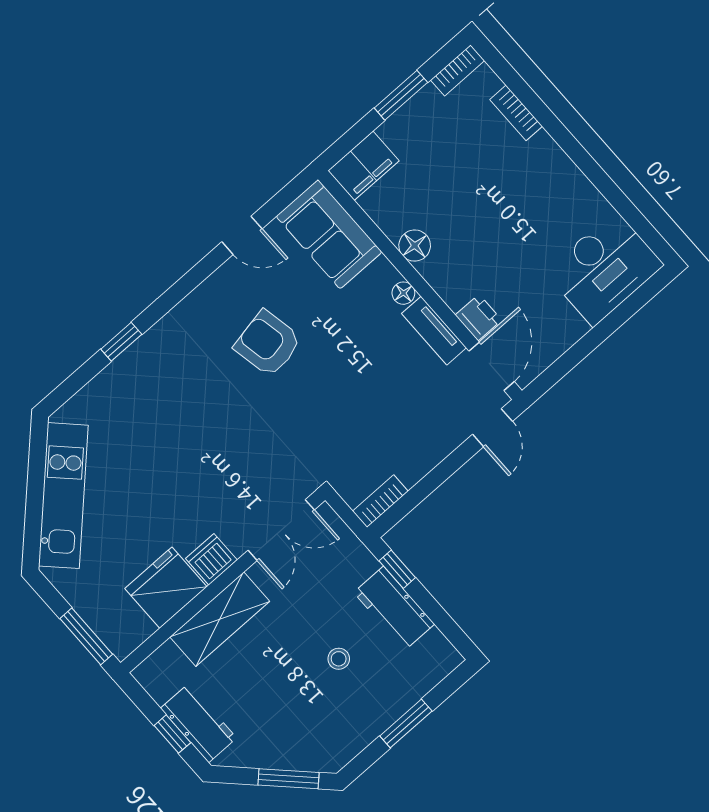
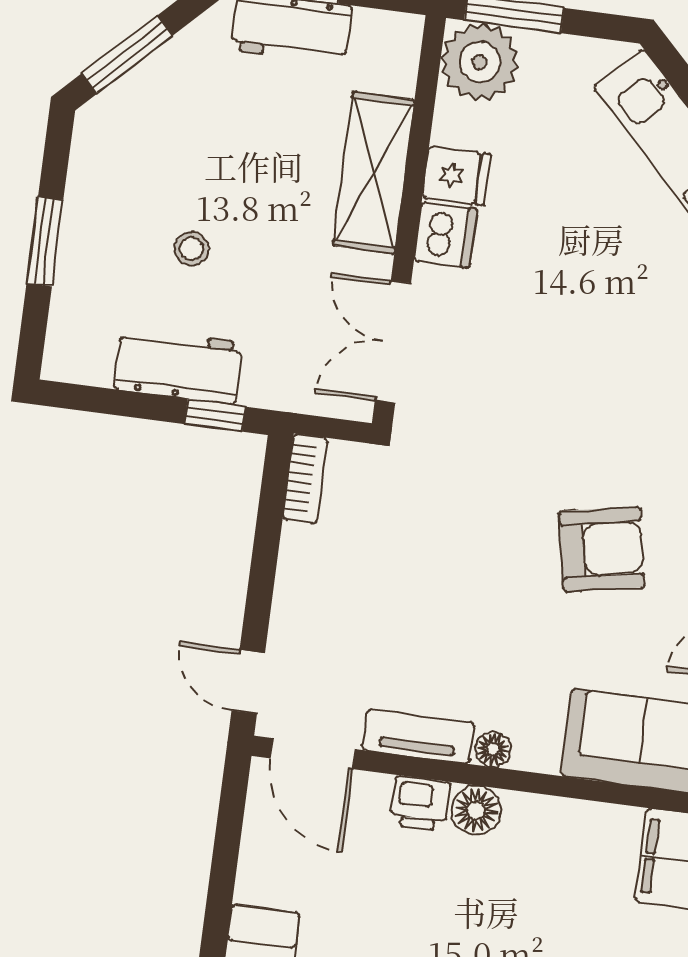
floor lamp: (415, 246) -> (476, 810), moved
printer: (478, 318) -> (420, 803), moved
fridge: (166, 588) -> (457, 176), width x0.53, depth x0.75
plant: (123, 628) -> (480, 62), added

